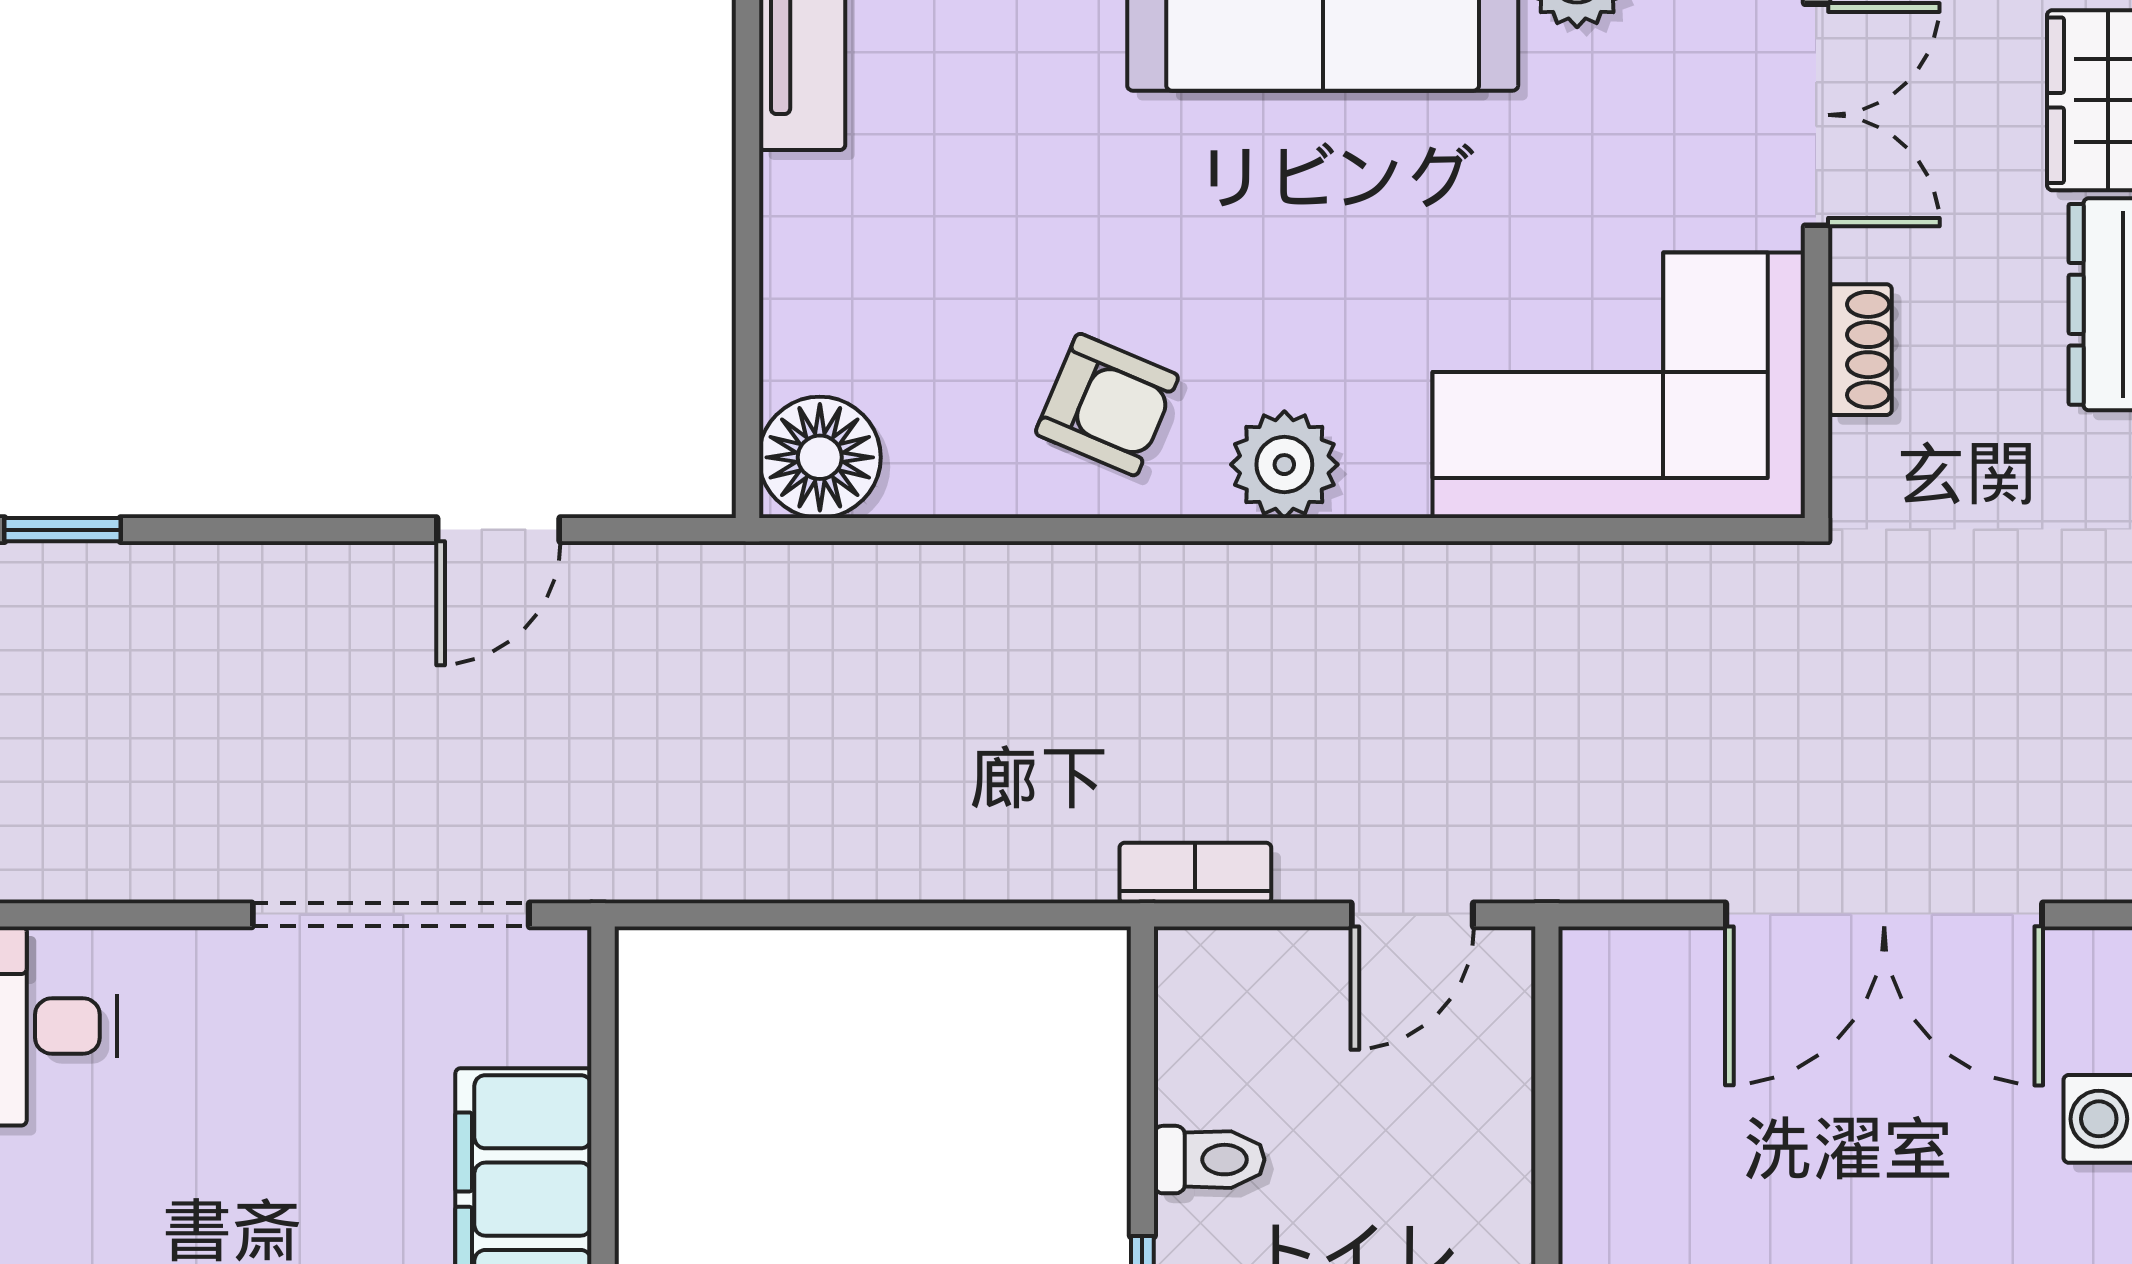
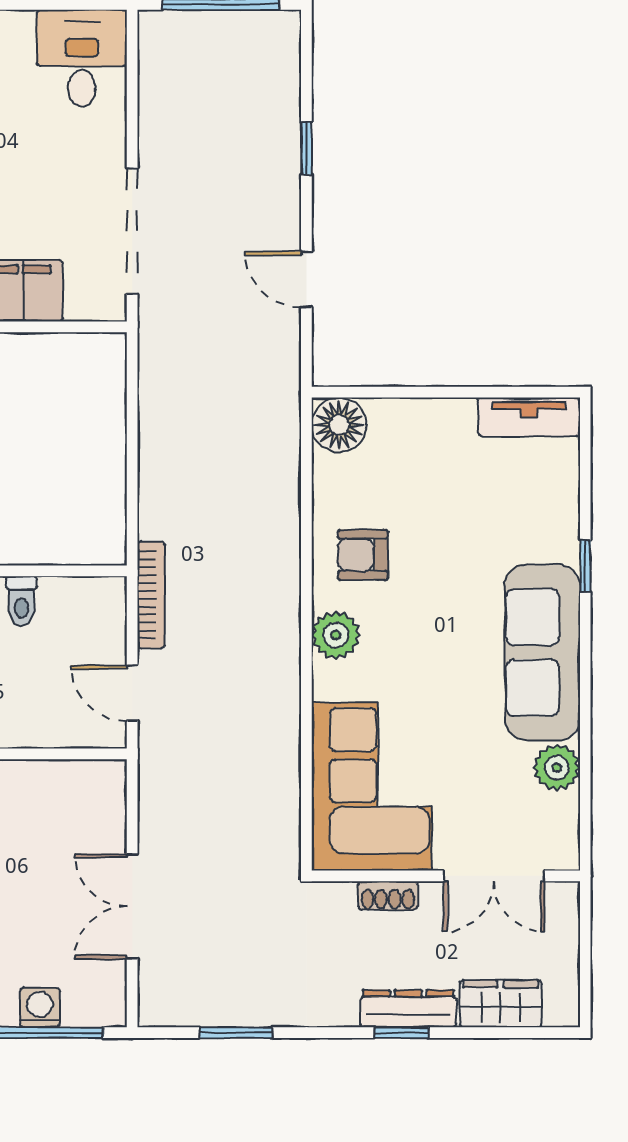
armchair: (1107, 405) -> (363, 555), turned 67
window: (62, 530) -> (306, 148), moved
bookcase: (1195, 873) -> (151, 595), width x1.56
double door: (1884, 915) -> (132, 906), width x0.73

